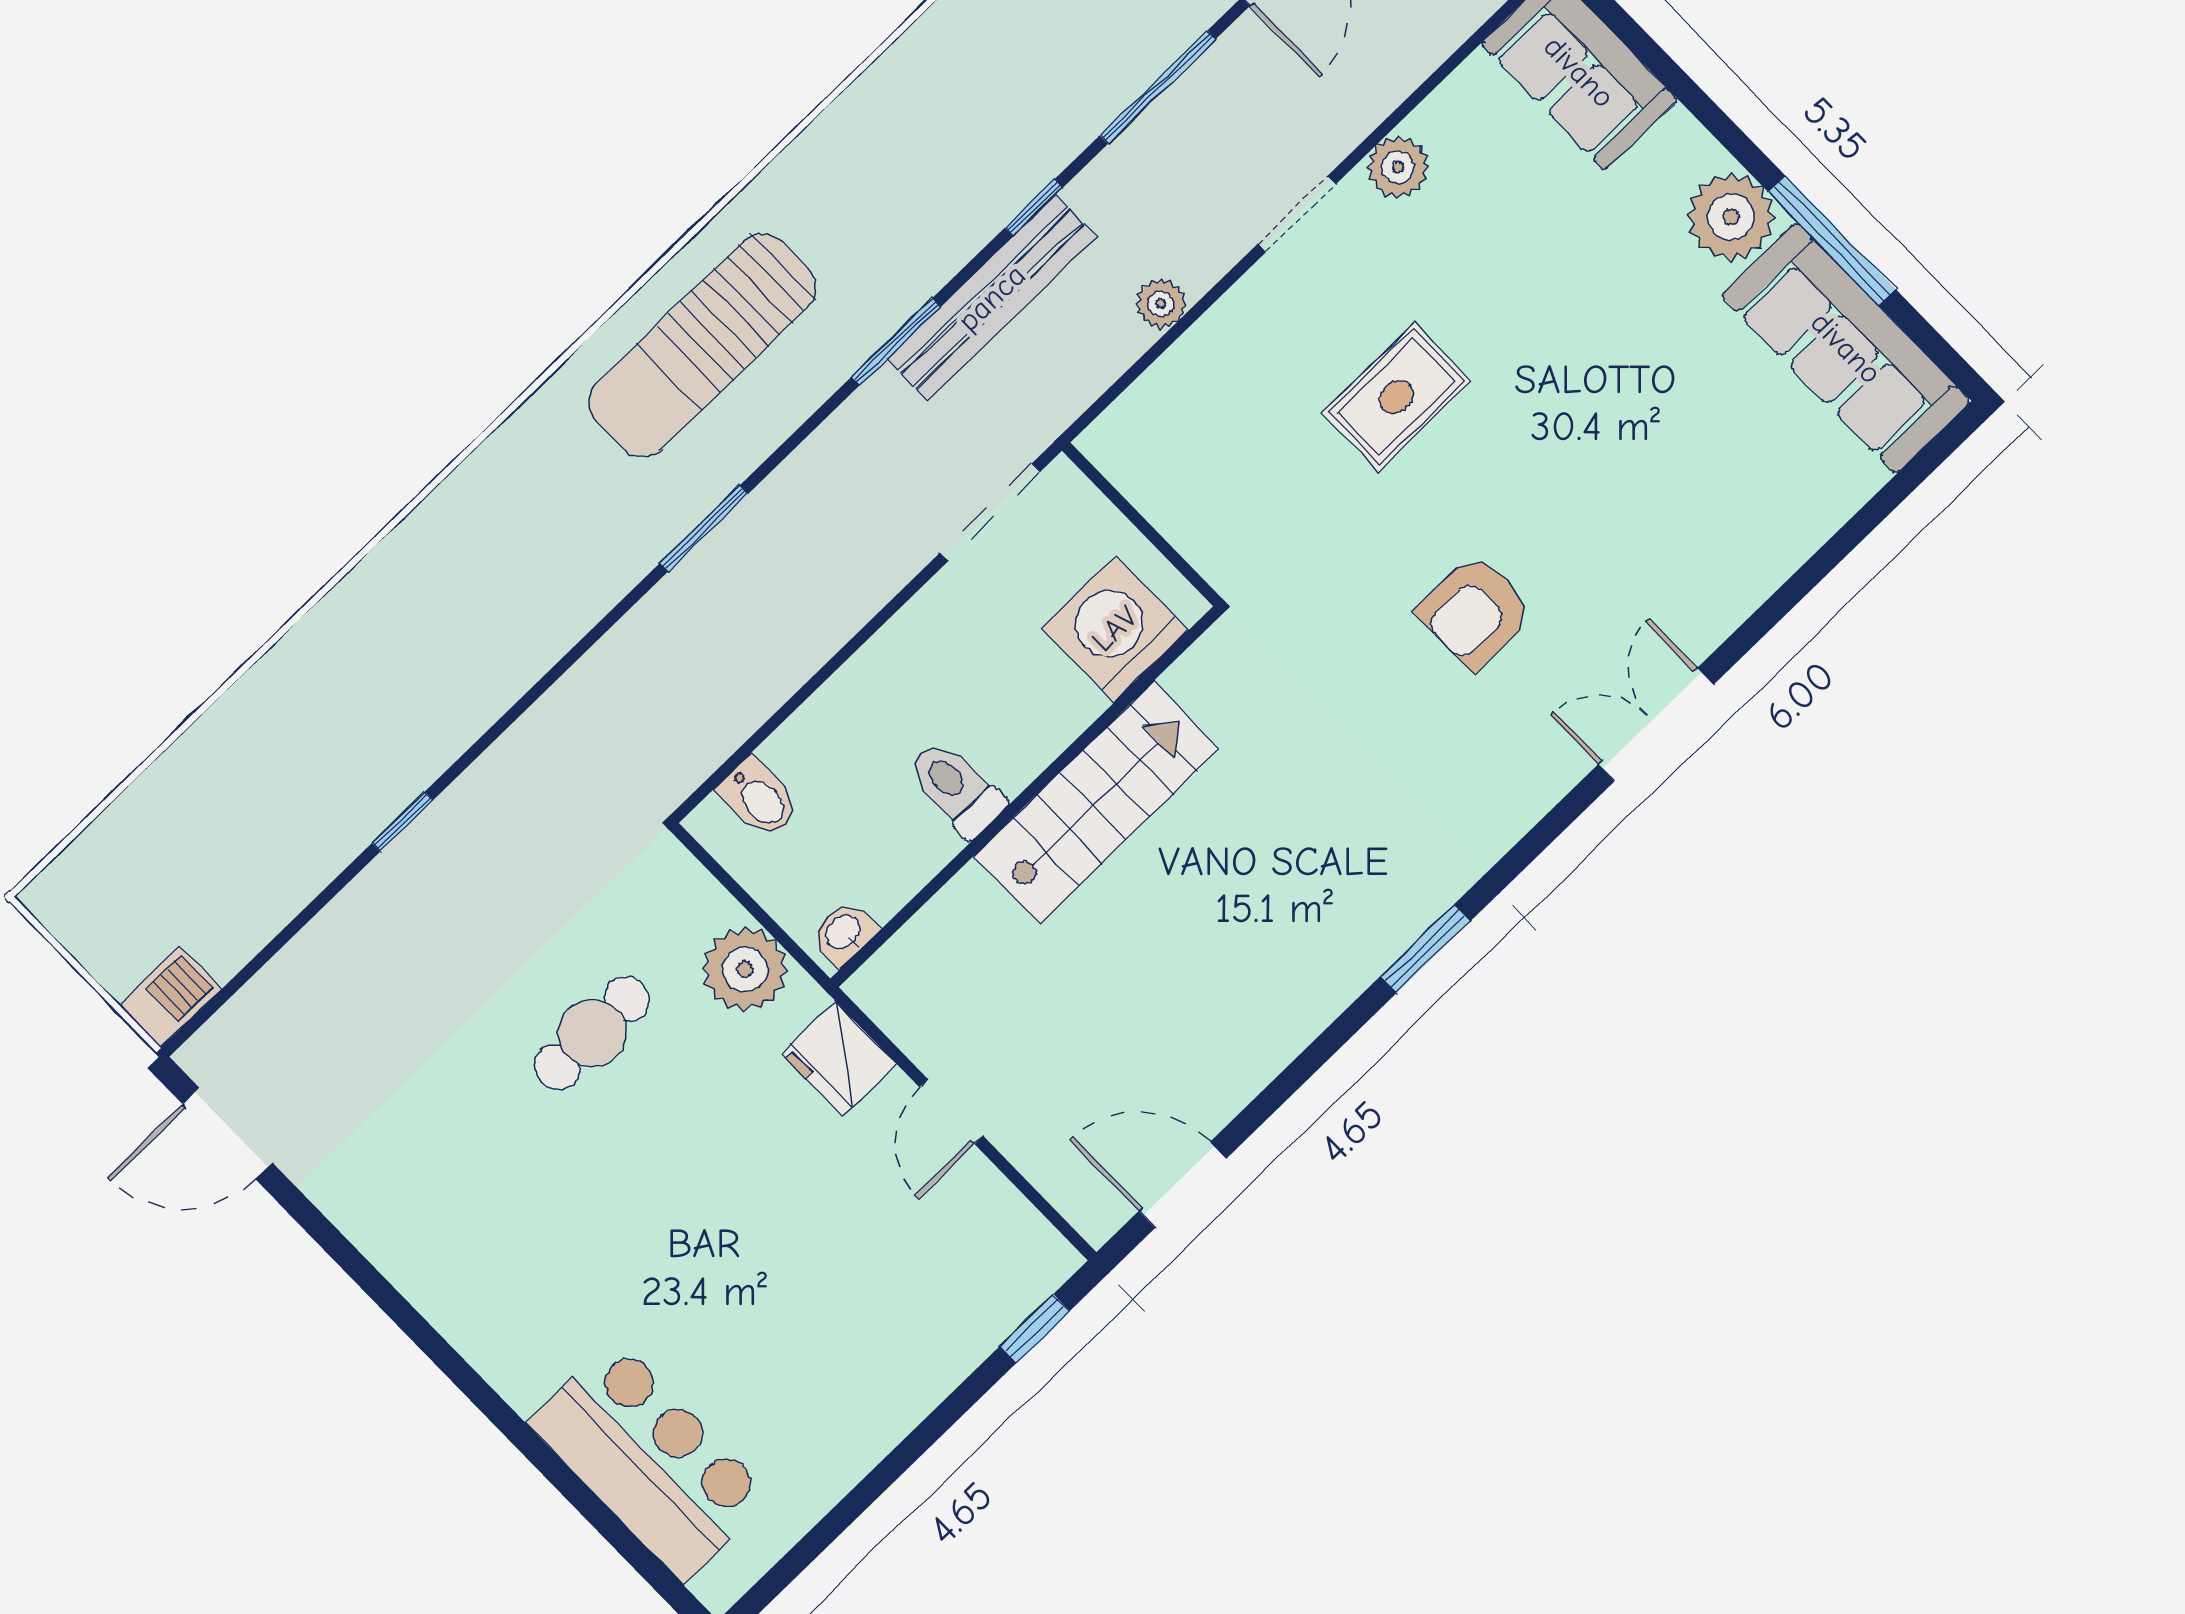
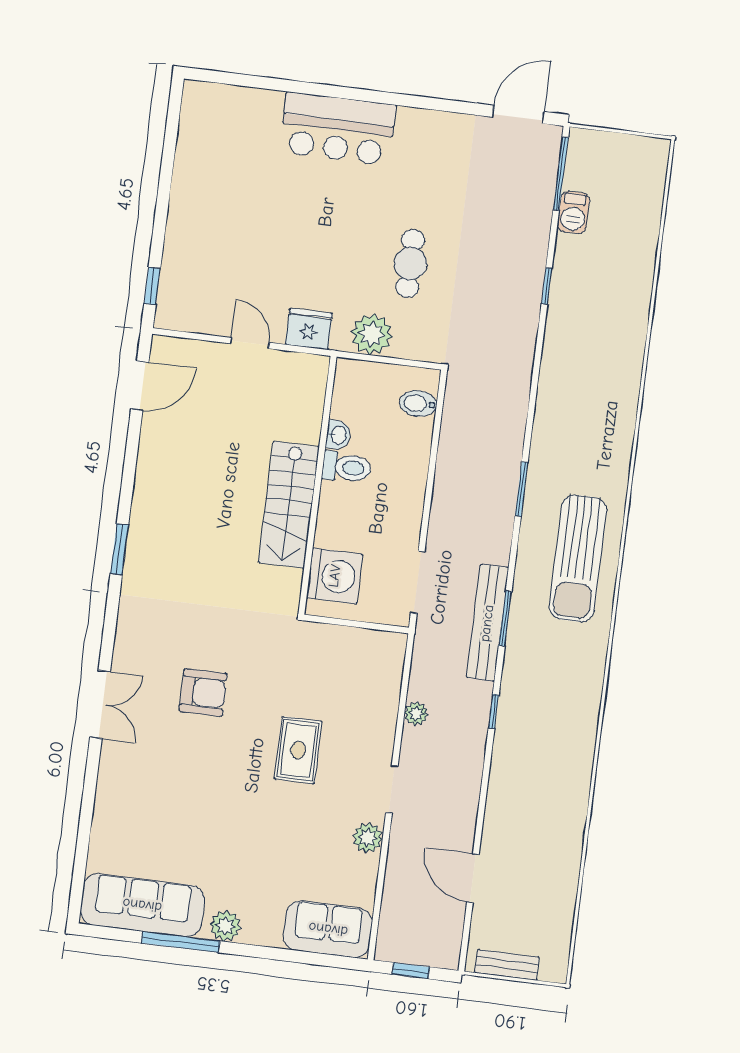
window: (1158, 87) -> (561, 173), moved
plant: (1731, 217) -> (225, 926), width x0.73, depth x0.73
bench: (992, 298) -> (487, 623), moved
sun lounger: (702, 345) -> (578, 558), turned 180
armchair: (1475, 612) -> (203, 692), turned 90
washbasin: (844, 933) -> (338, 435), moved
barbecue: (170, 997) -> (573, 212), moved
bar counter: (650, 1460) -> (338, 129), moved

